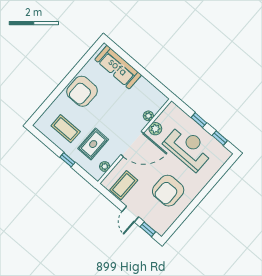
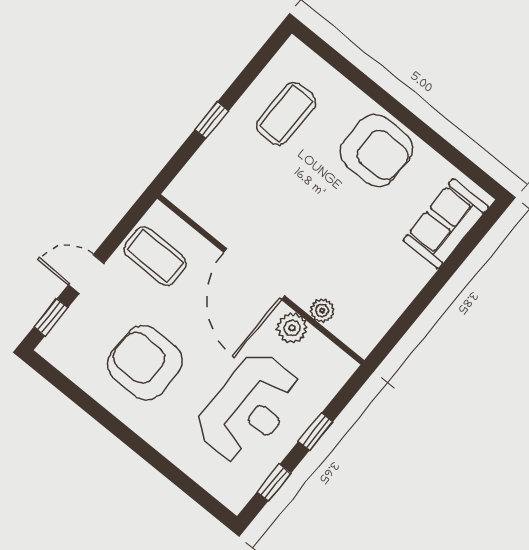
sofa: (118, 67) -> (446, 224), width x0.73
armchair: (82, 91) -> (377, 150), turned 180
rug: (93, 144) -> (251, 181), removed
plant: (105, 166) -> (198, 209), removed

